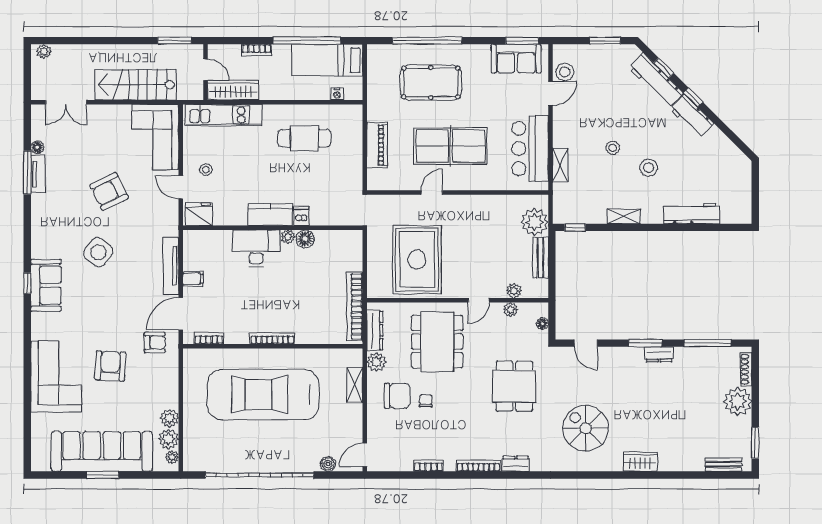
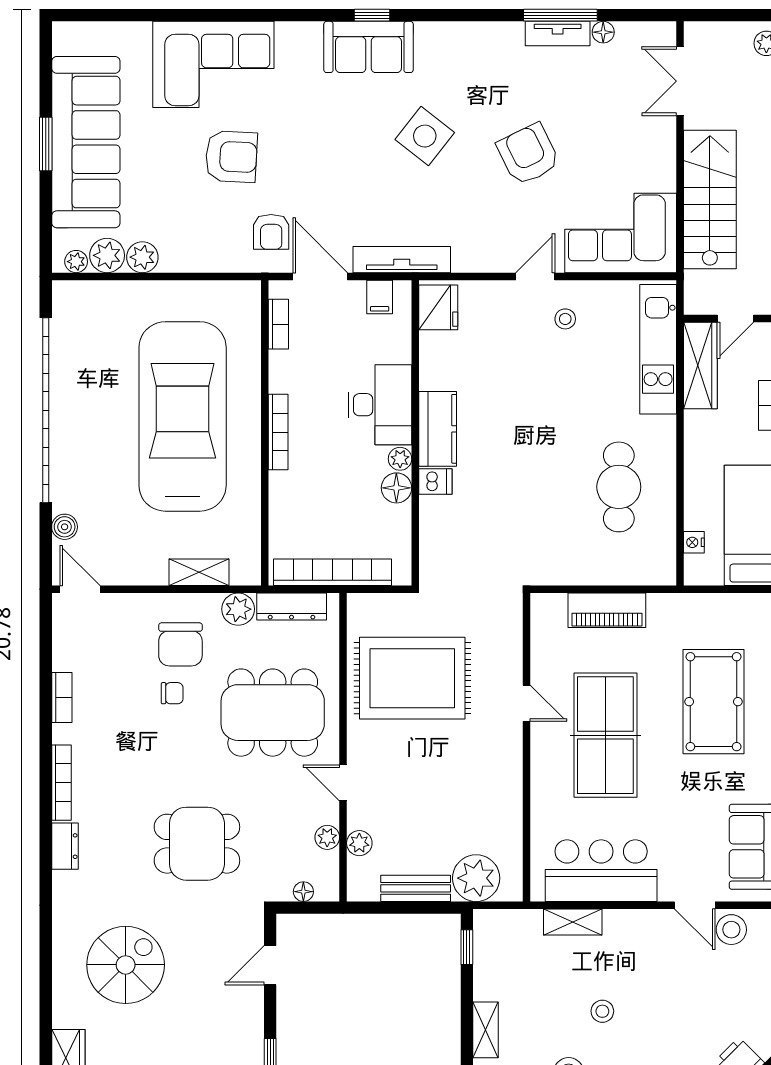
fridge: (199, 214) -> (438, 307), moved
kitchen counter: (270, 215) -> (438, 429), moved
dishwasher: (301, 216) -> (435, 482), moved
wall: (273, 228) -> (415, 433), moved
plant: (288, 237) -> (400, 459), moved
floor lamp: (305, 239) -> (396, 488), moved
desk: (256, 248) -> (380, 405), moved

